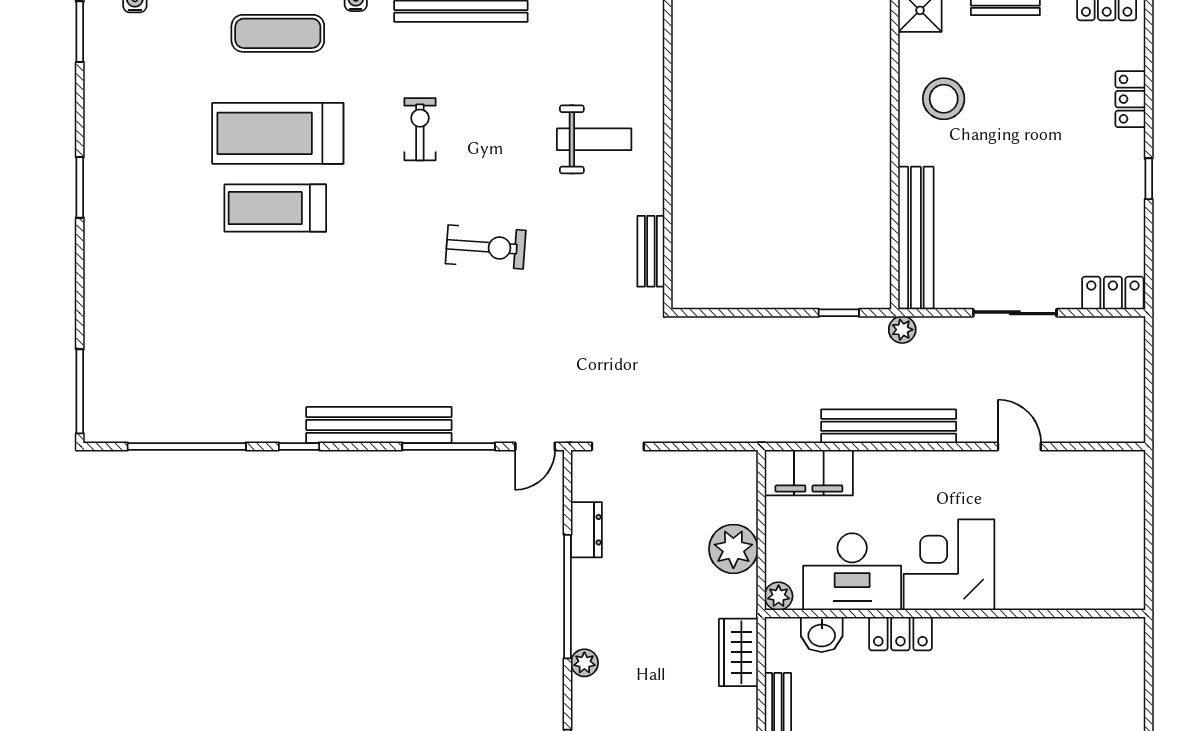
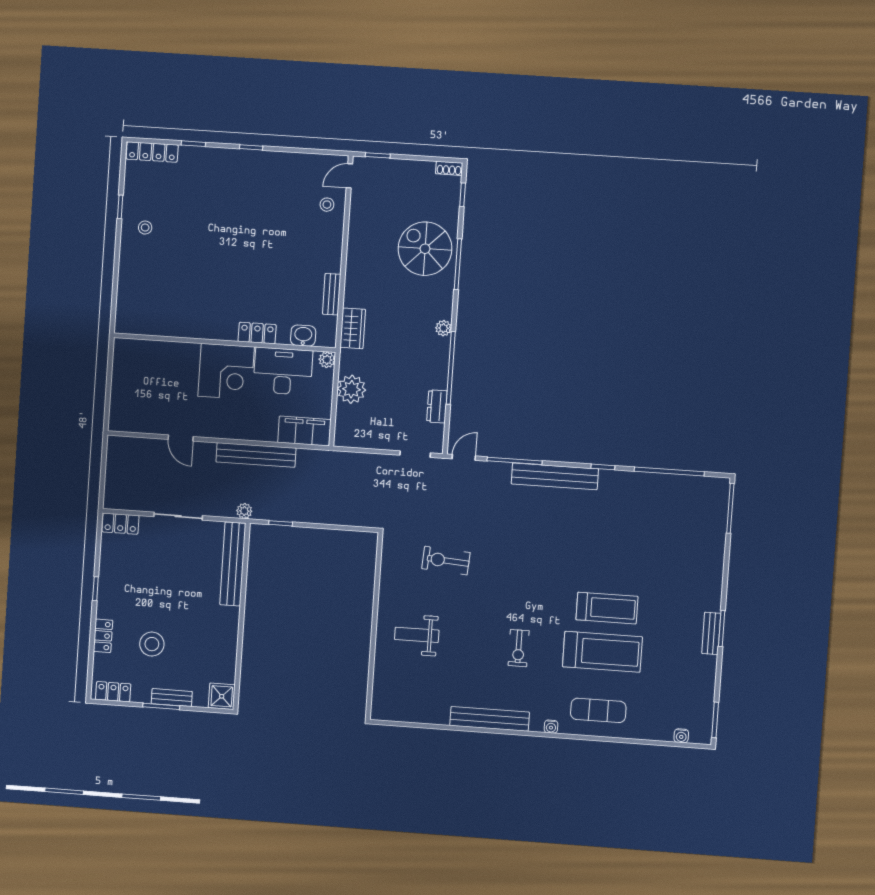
stool: (944, 99) -> (152, 644), moved
exercise bike: (486, 247) -> (446, 561), moved
bench: (651, 251) -> (711, 633), moved

